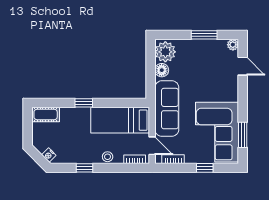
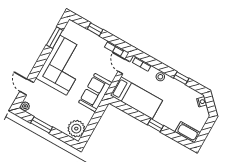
floor lamp: (162, 70) -> (86, 117), removed
sofa: (167, 109) -> (95, 93), width x0.73
corner sofa: (217, 132) -> (63, 65), moved

